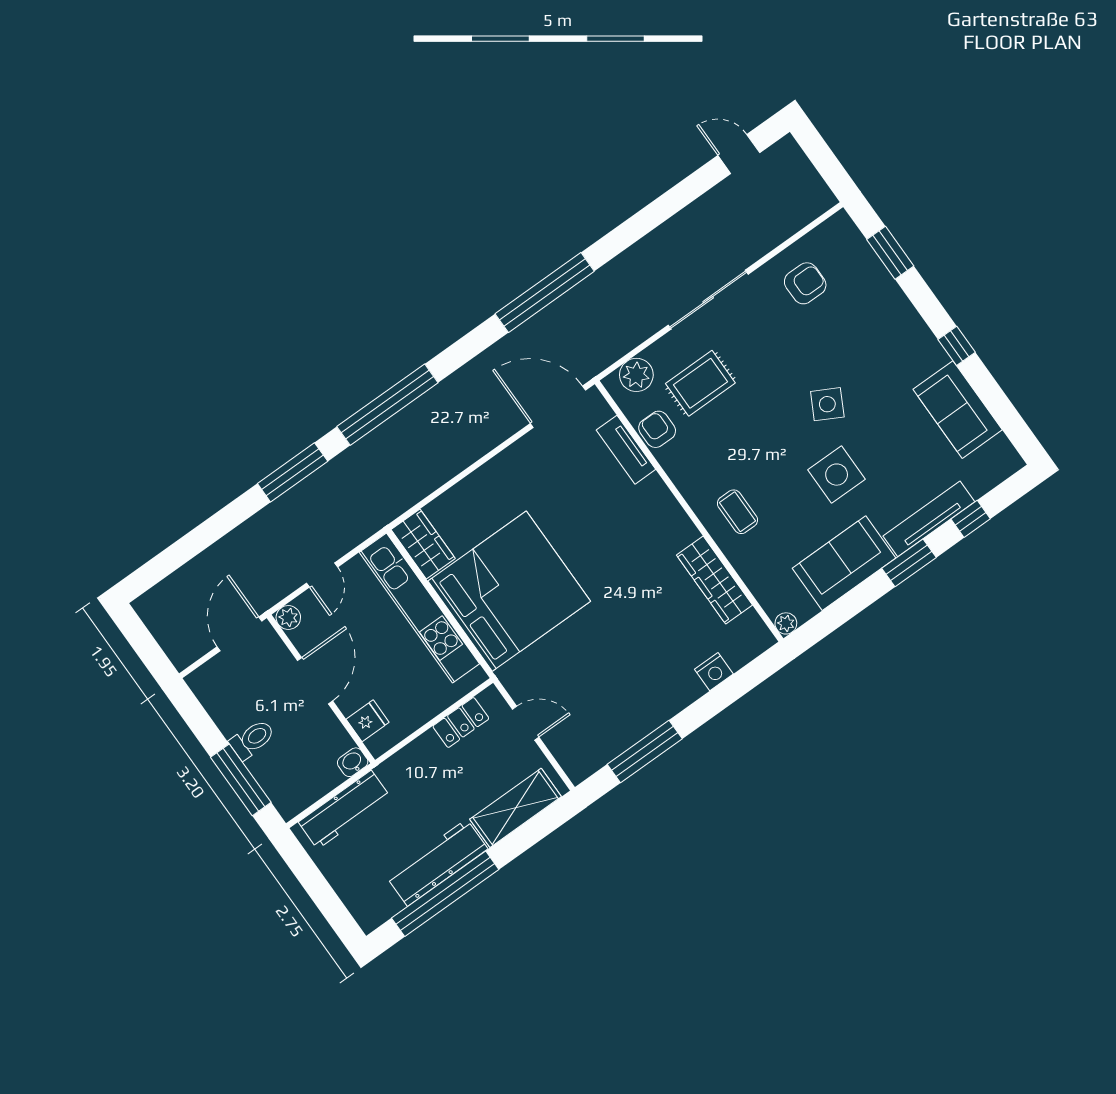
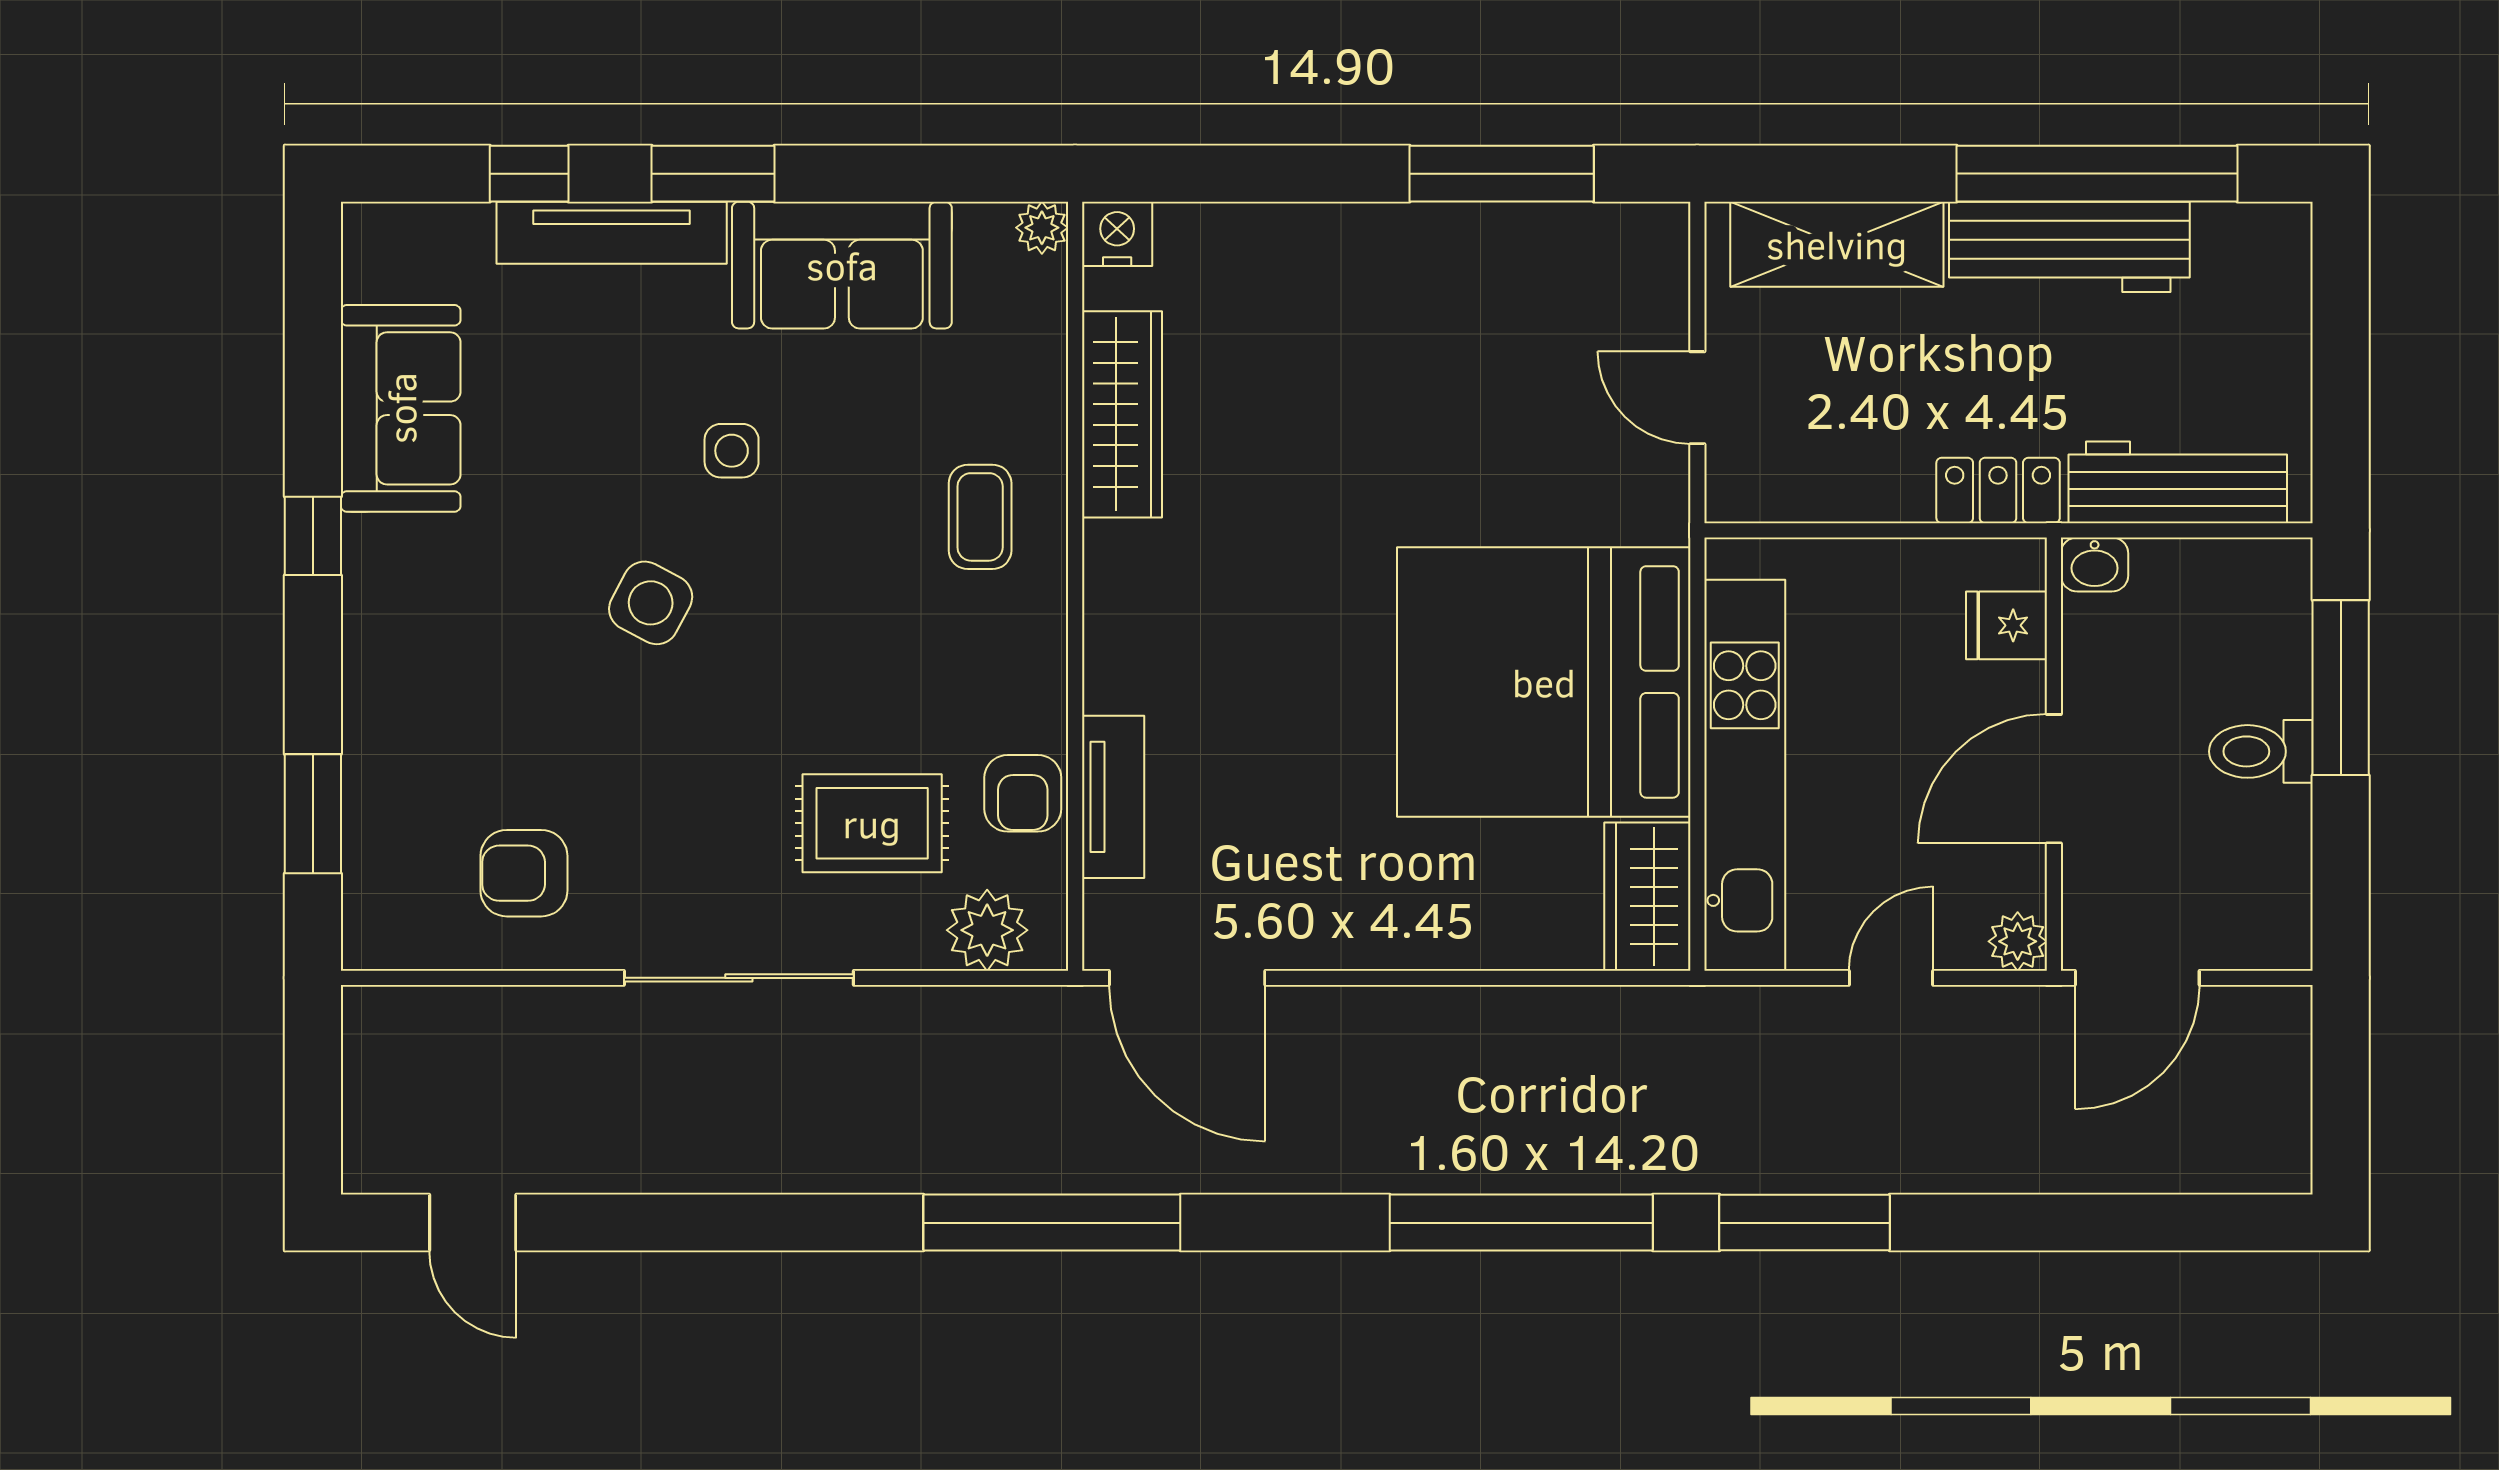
side table: (837, 475) -> (732, 451), width x0.54, depth x0.54
nightstand: (714, 672) -> (1117, 234), moved
locker: (461, 722) -> (1998, 490), moved

